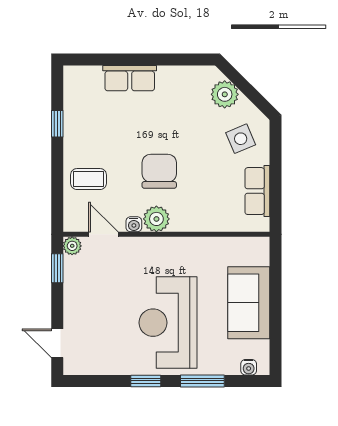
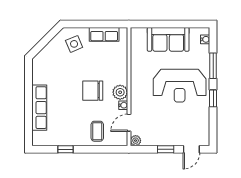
row of seats: (130, 78) -> (39, 108), width x1.48
plant: (225, 94) -> (49, 53), removed
window: (57, 268) -> (166, 149), moved

